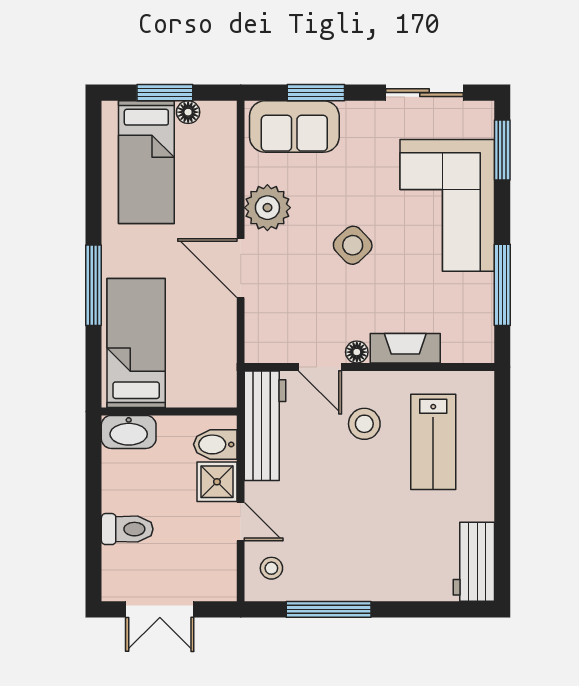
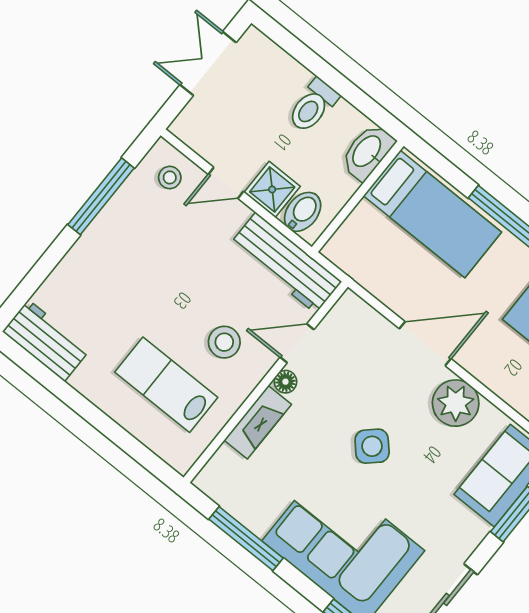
toilet: (127, 529) -> (313, 106), moved

